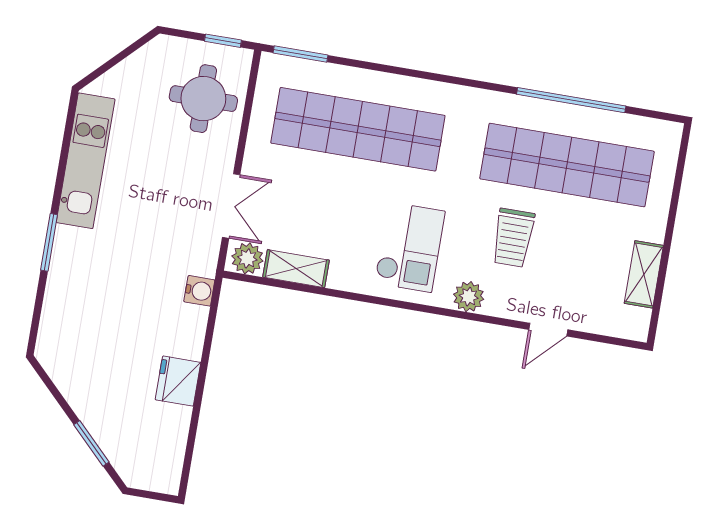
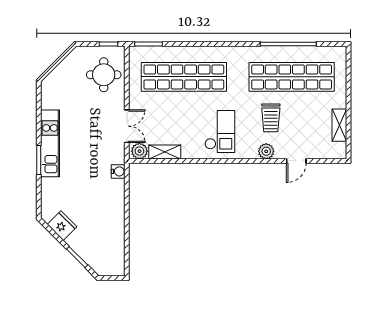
kitchen unit: (86, 161) -> (50, 143), moved
plant: (469, 297) -> (266, 151), moved
fridge: (178, 381) -> (62, 226), moved, turned 135

